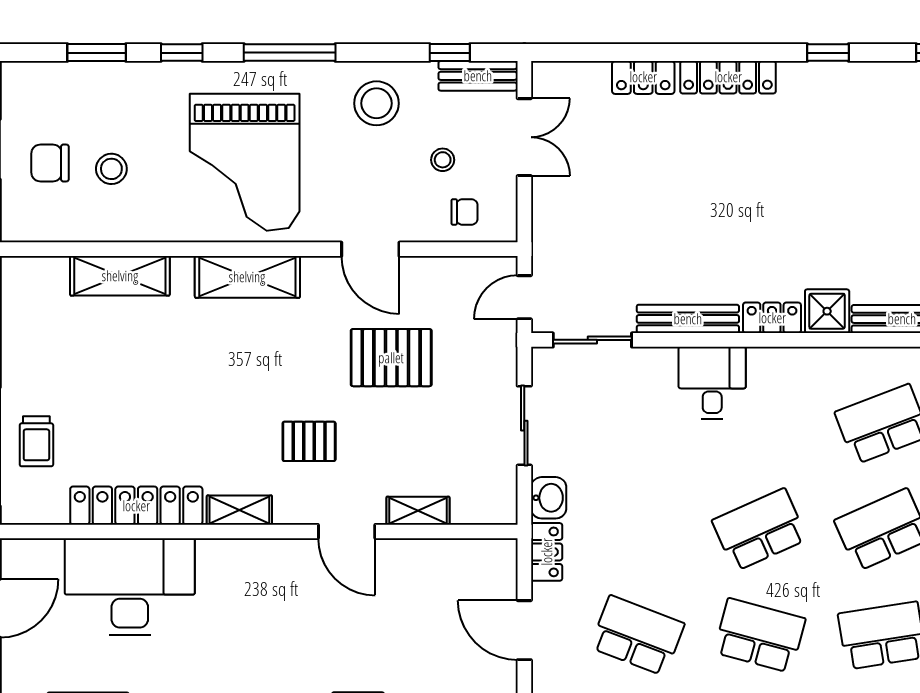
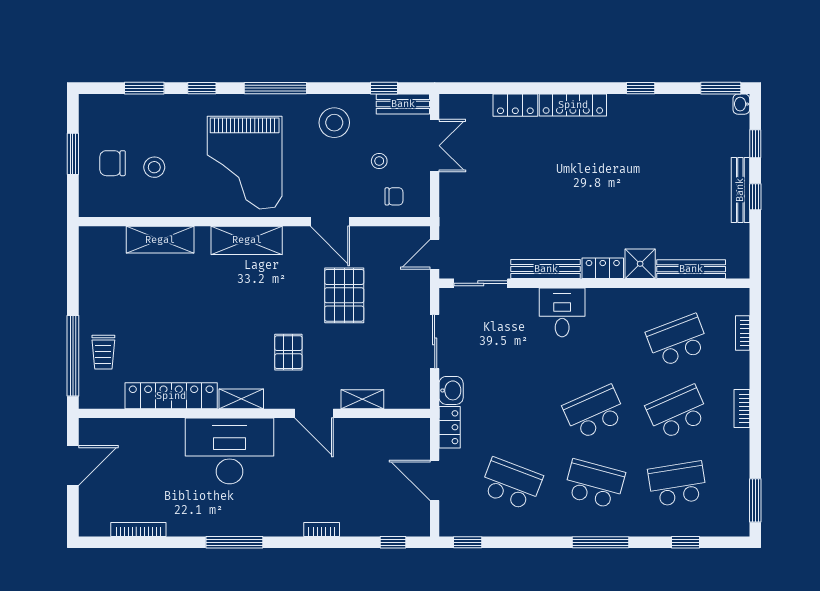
pallet: (391, 358) -> (344, 295), turned 90
pallet: (309, 441) -> (288, 352), turned 90
desk: (130, 587) -> (230, 451), moved

